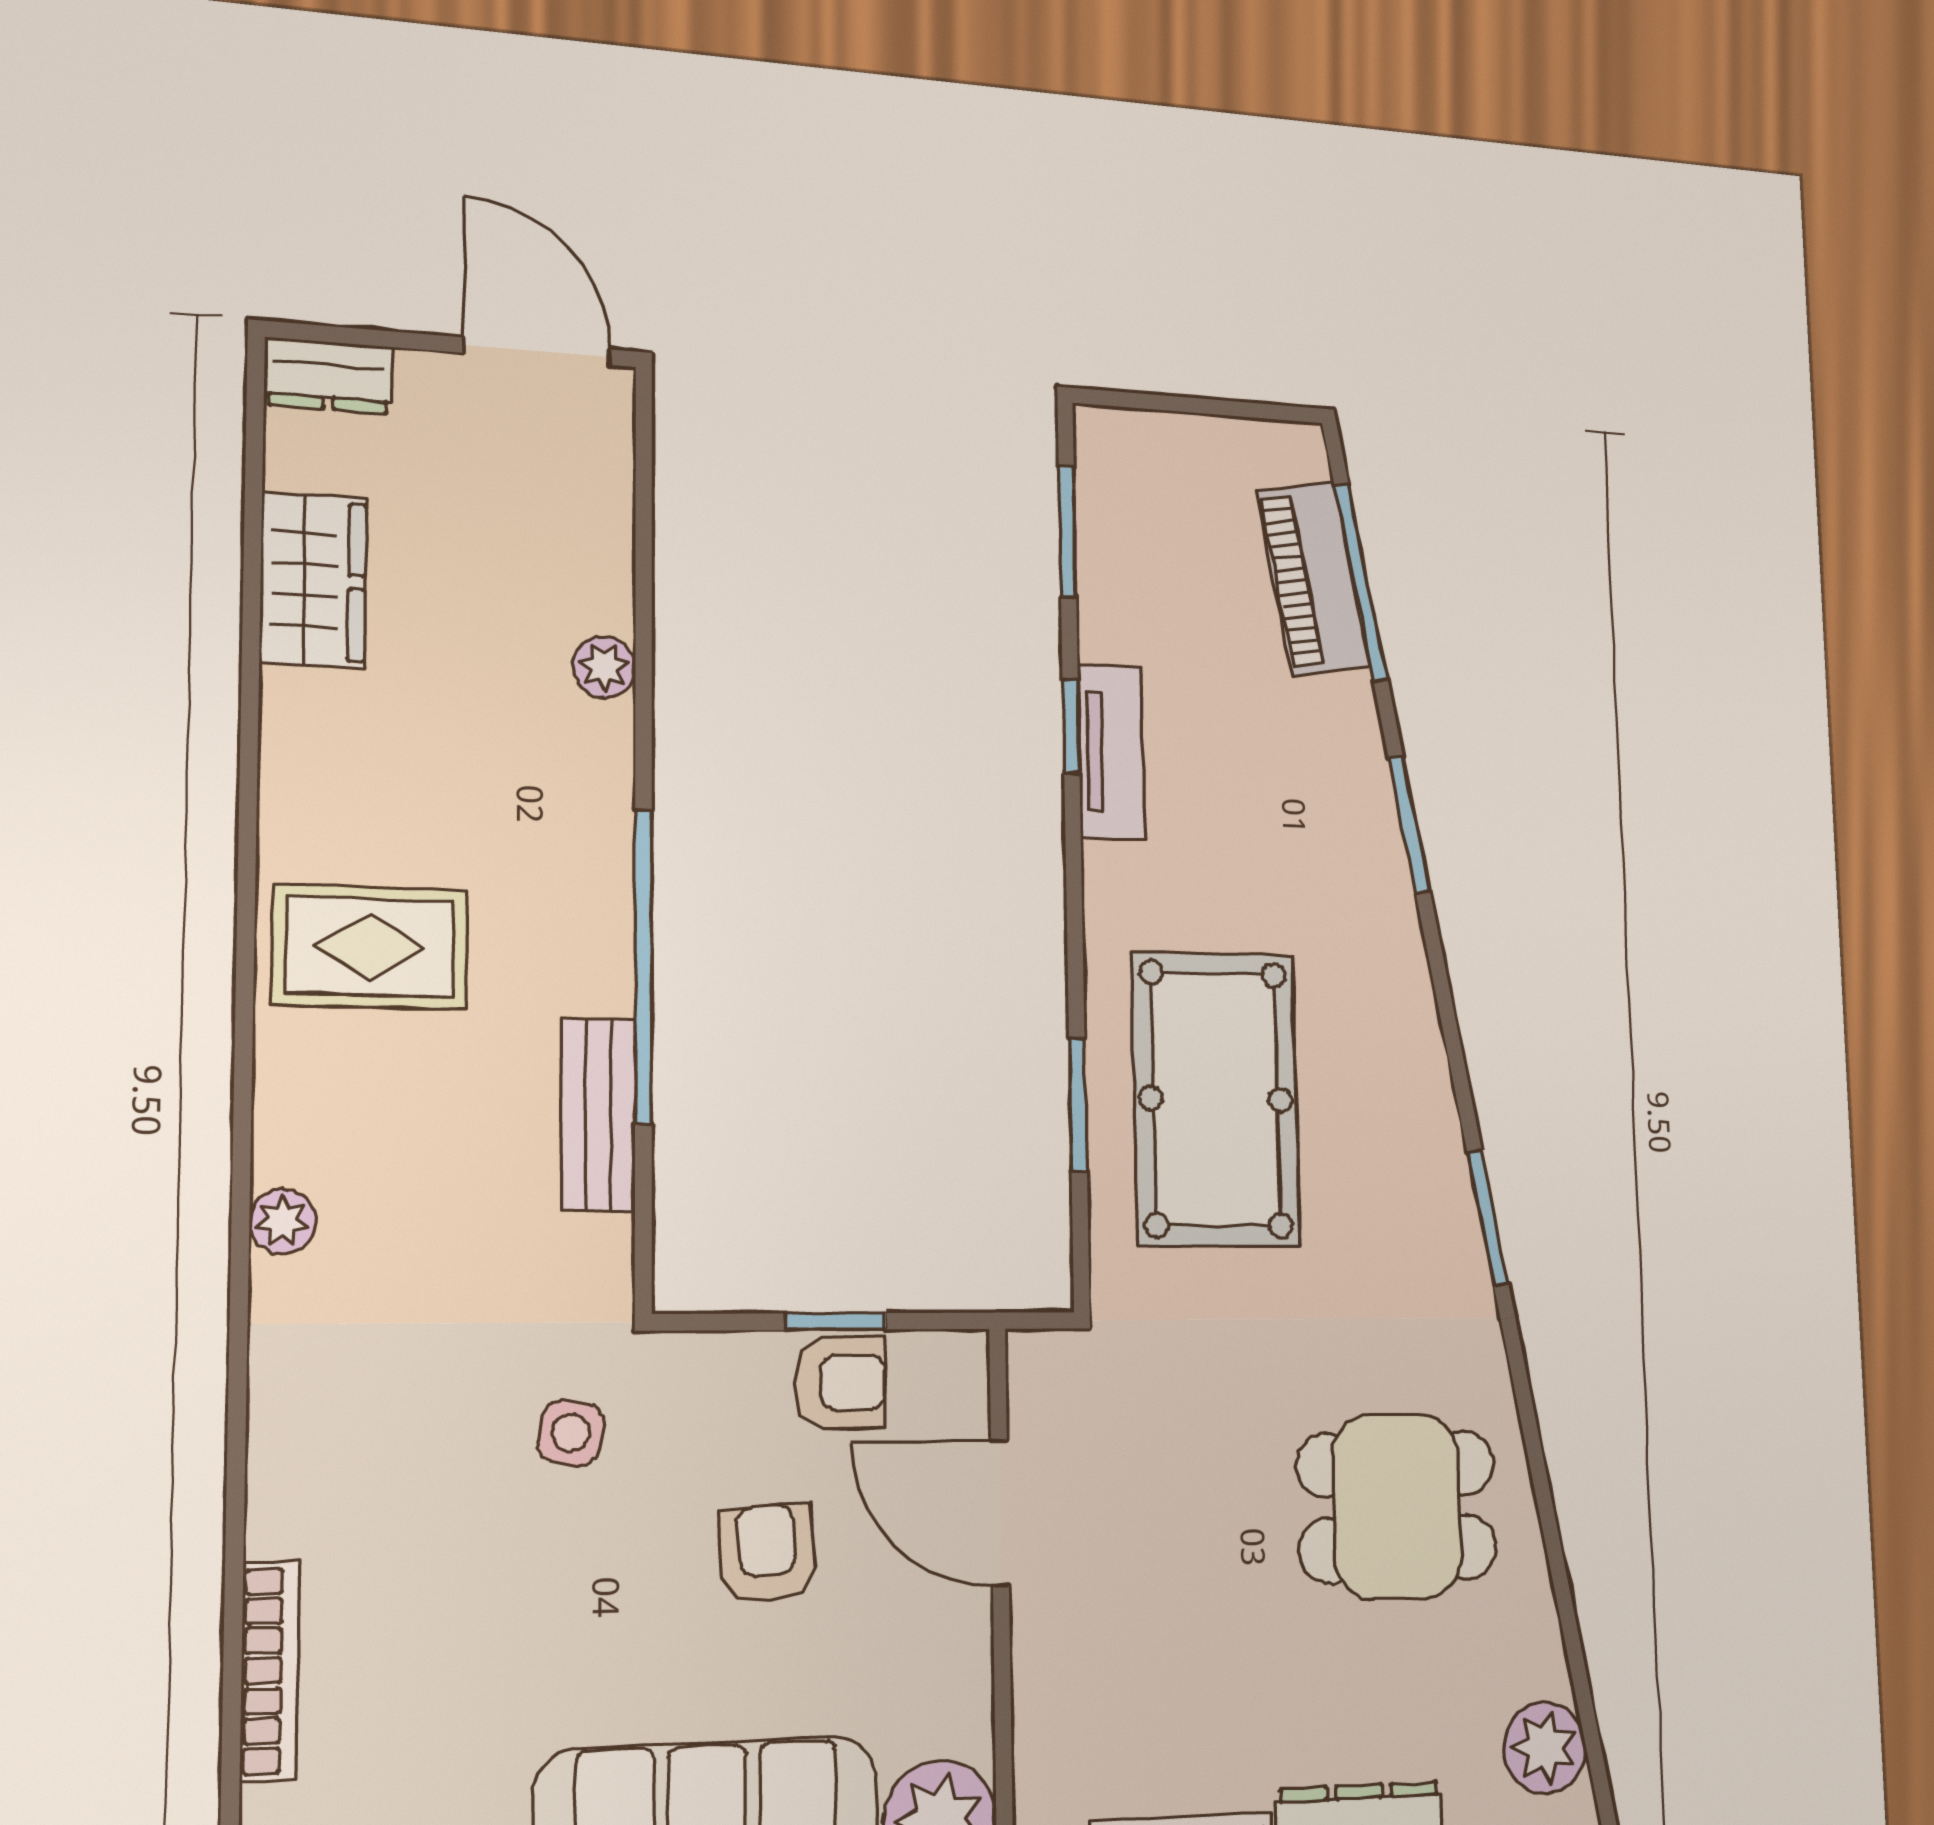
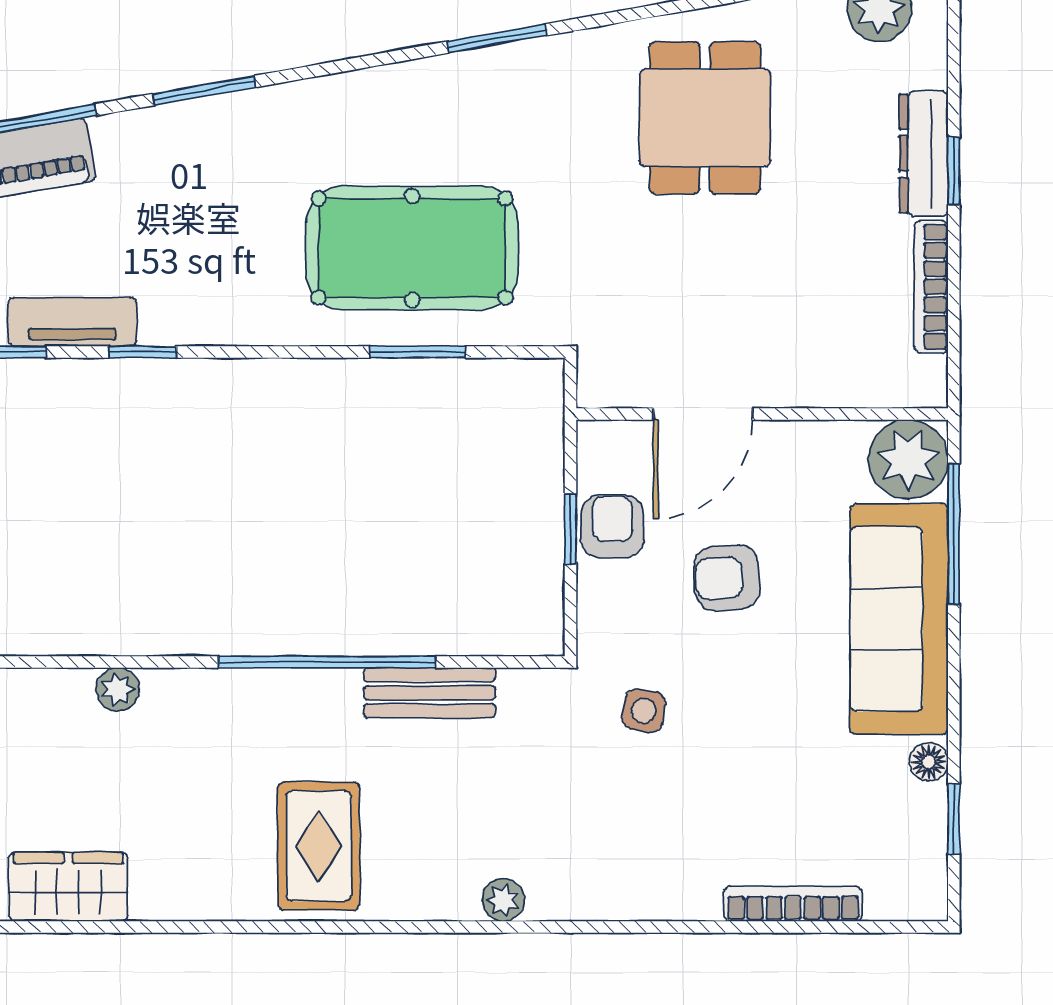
tv unit: (1111, 752) -> (72, 322), moved

